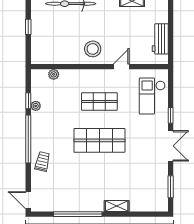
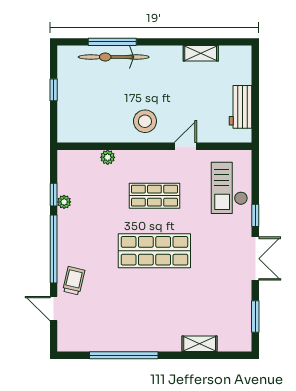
plant: (54, 74) -> (108, 157), moved
door: (28, 200) -> (54, 309), moved
shelving: (117, 206) -> (200, 344), moved

